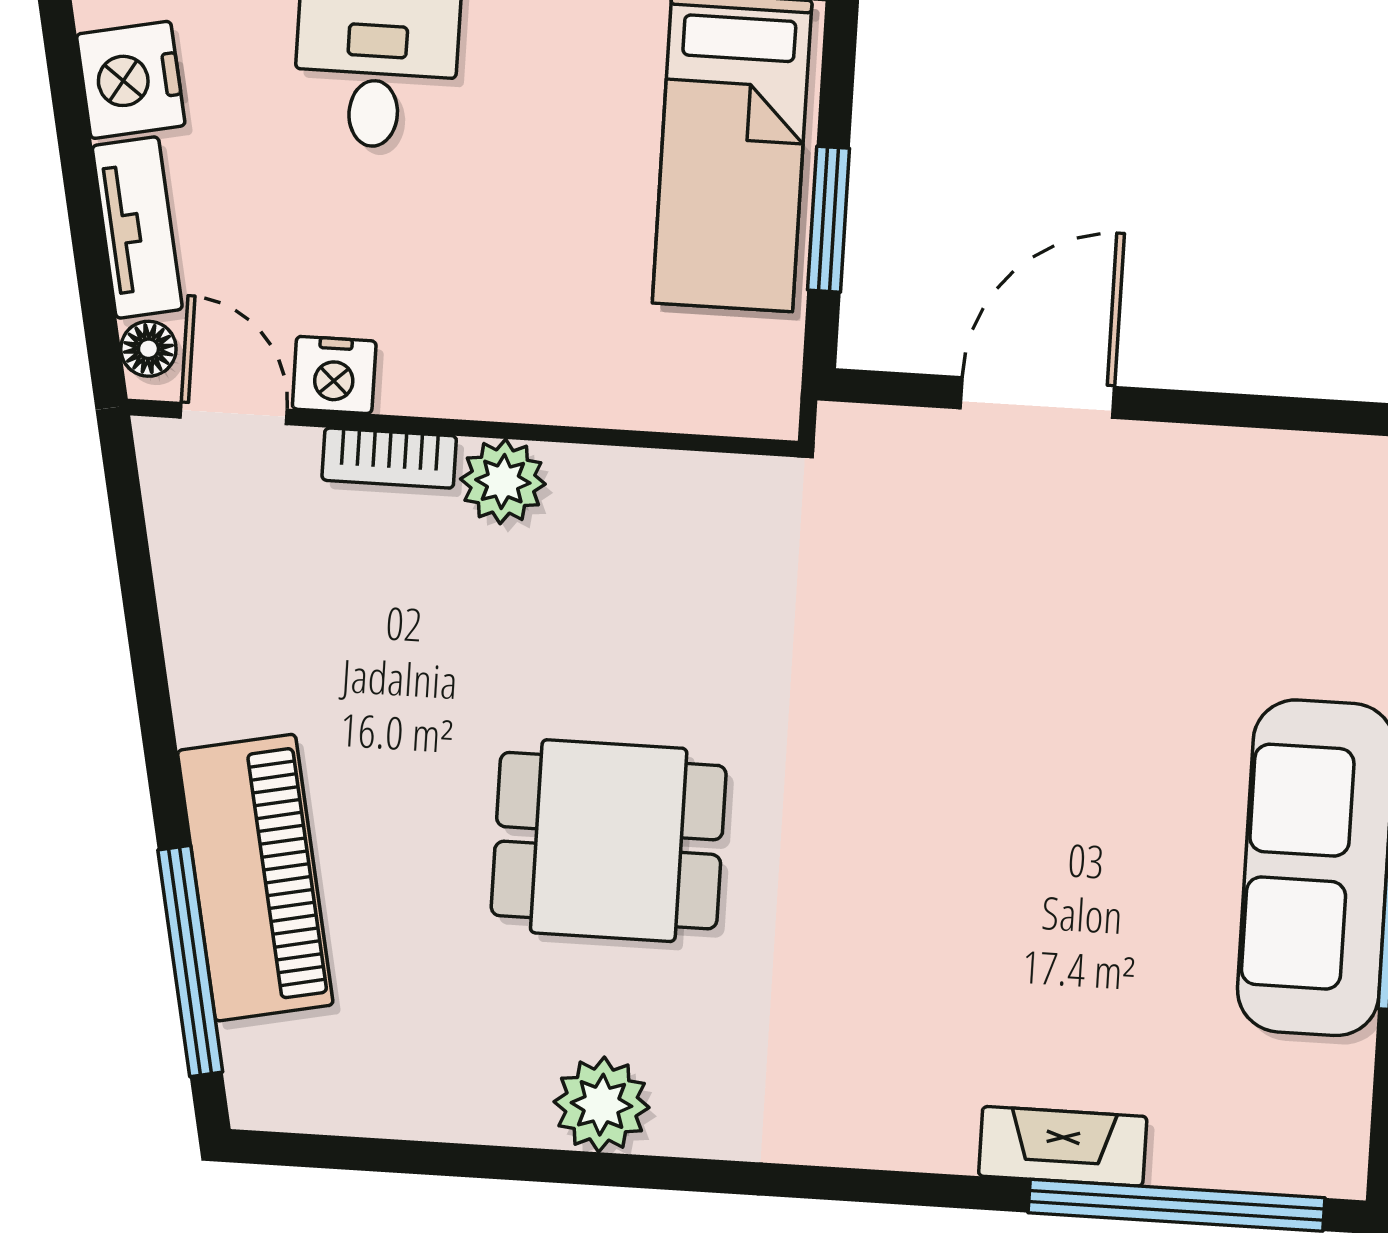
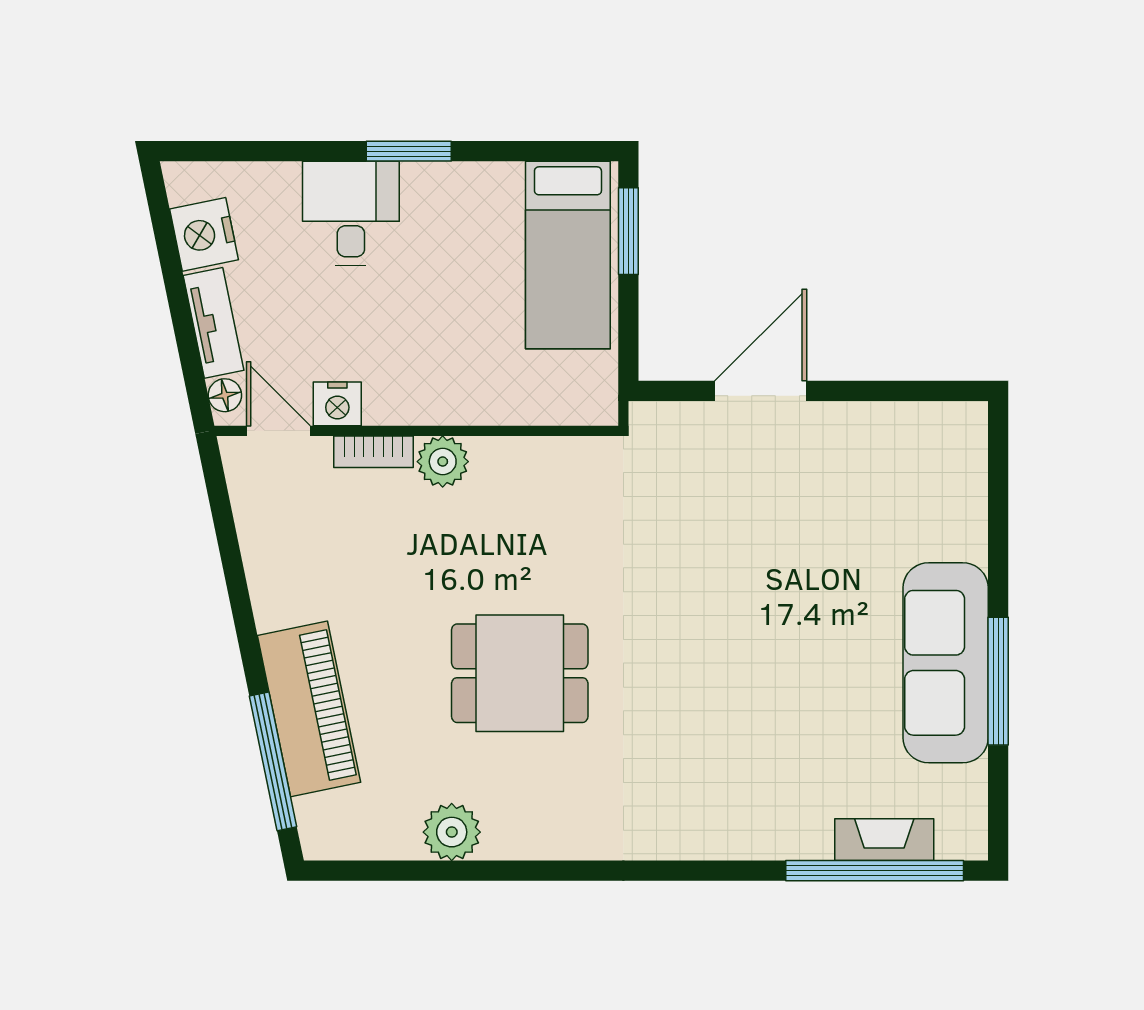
window: (829, 219) -> (628, 231), moved
plant: (602, 1105) -> (452, 832), moved
fireplace: (1063, 1146) -> (884, 840), moved

